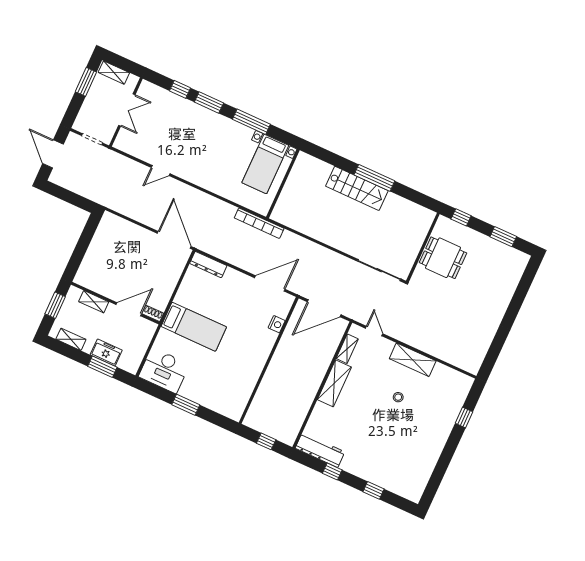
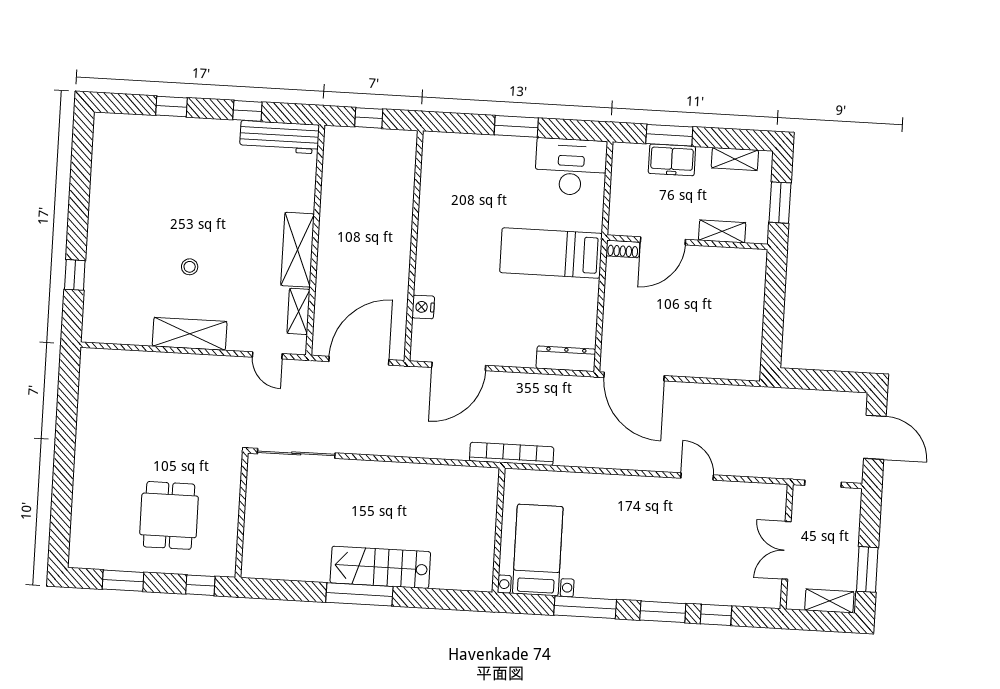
door: (161, 171) -> (697, 477), hinge flipped
dining table: (443, 258) -> (169, 515), moved, turned 90

